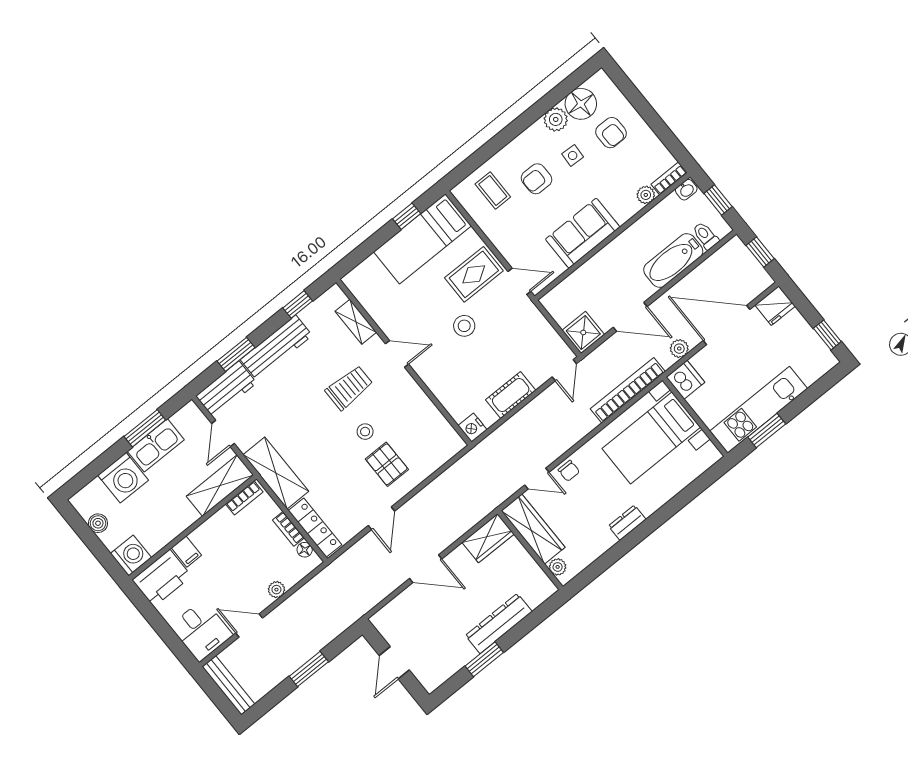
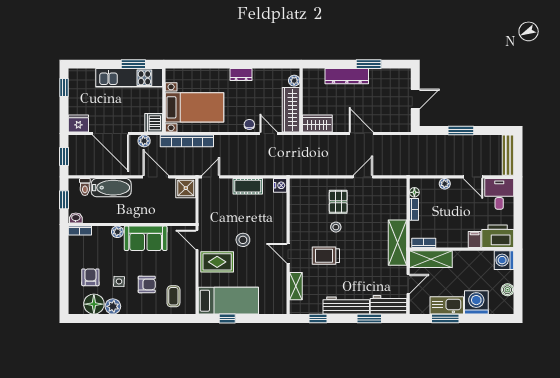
plant: (646, 195) -> (117, 232), moved
locker: (315, 528) -> (400, 199), removed

